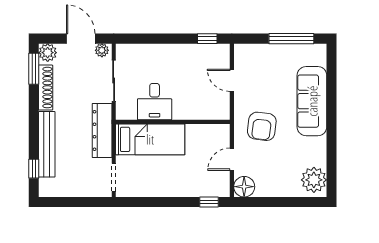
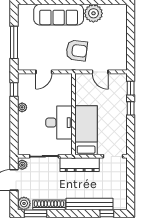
window: (291, 39) -> (14, 42), moved
plant: (182, 50) -> (22, 107), added
desk: (155, 102) -> (59, 123), width x1.37
plant: (314, 180) -> (93, 13), moved
floor lamp: (244, 187) -> (120, 63), removed
window: (181, 202) -> (131, 108), added

